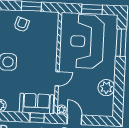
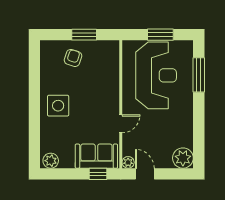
reception desk: (87, 41) -> (156, 75), turned 180
plant: (106, 88) -> (183, 158), moved

